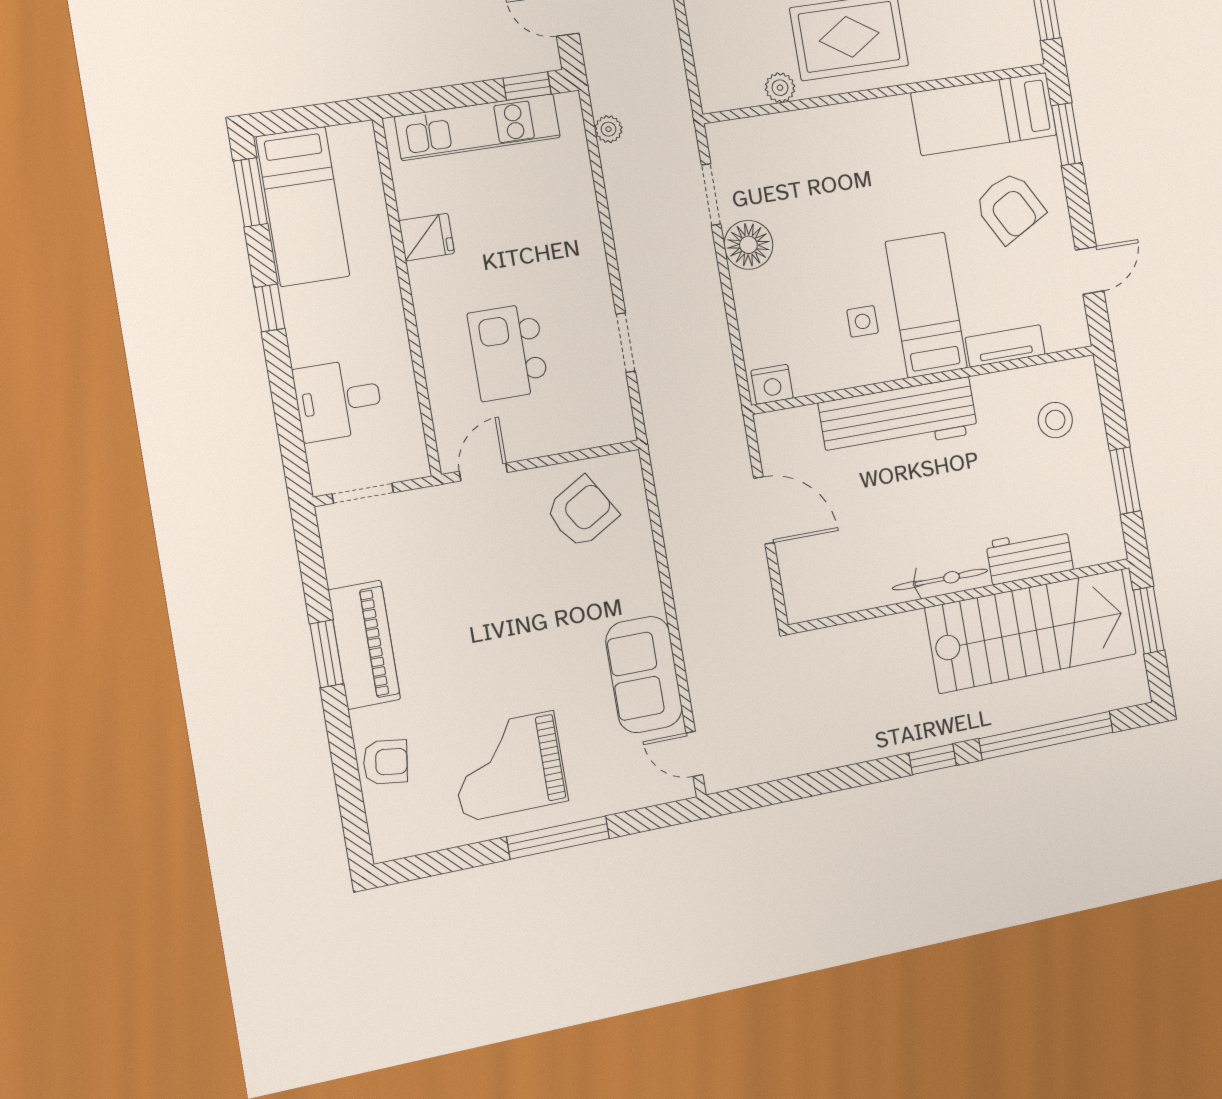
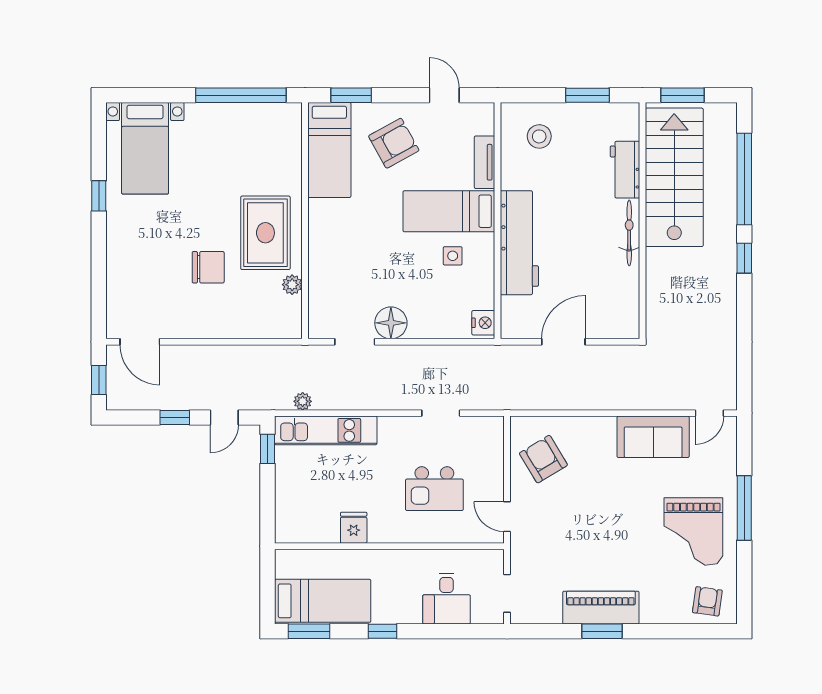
kitchen unit: (478, 127) -> (326, 430), moved, turned 90
armchair: (385, 762) -> (707, 601), moved

